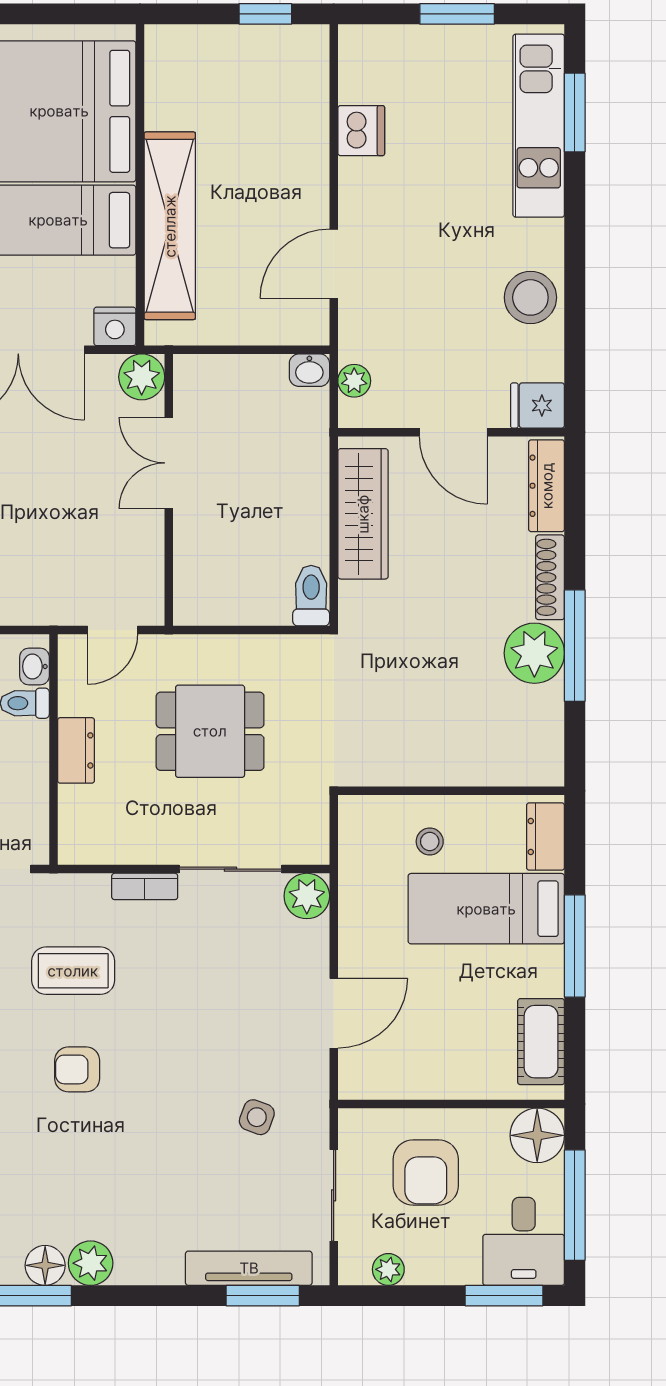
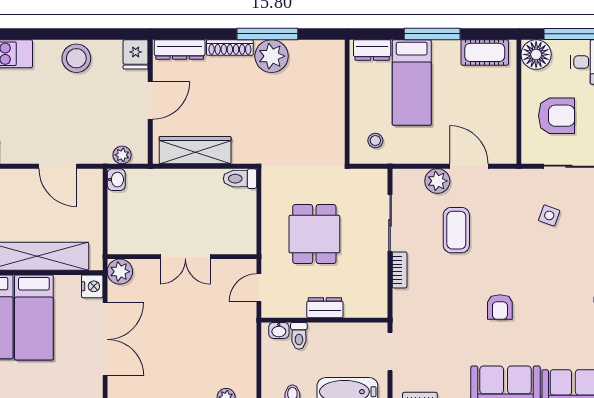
double door: (169, 463) -> (185, 257), moved
door: (113, 630) -> (259, 288), swing flipped
stool: (430, 841) -> (375, 141), moved
plant: (307, 896) -> (437, 181), moved
coffee table: (73, 971) -> (456, 230), moved
side table: (257, 1117) -> (549, 215), moved

